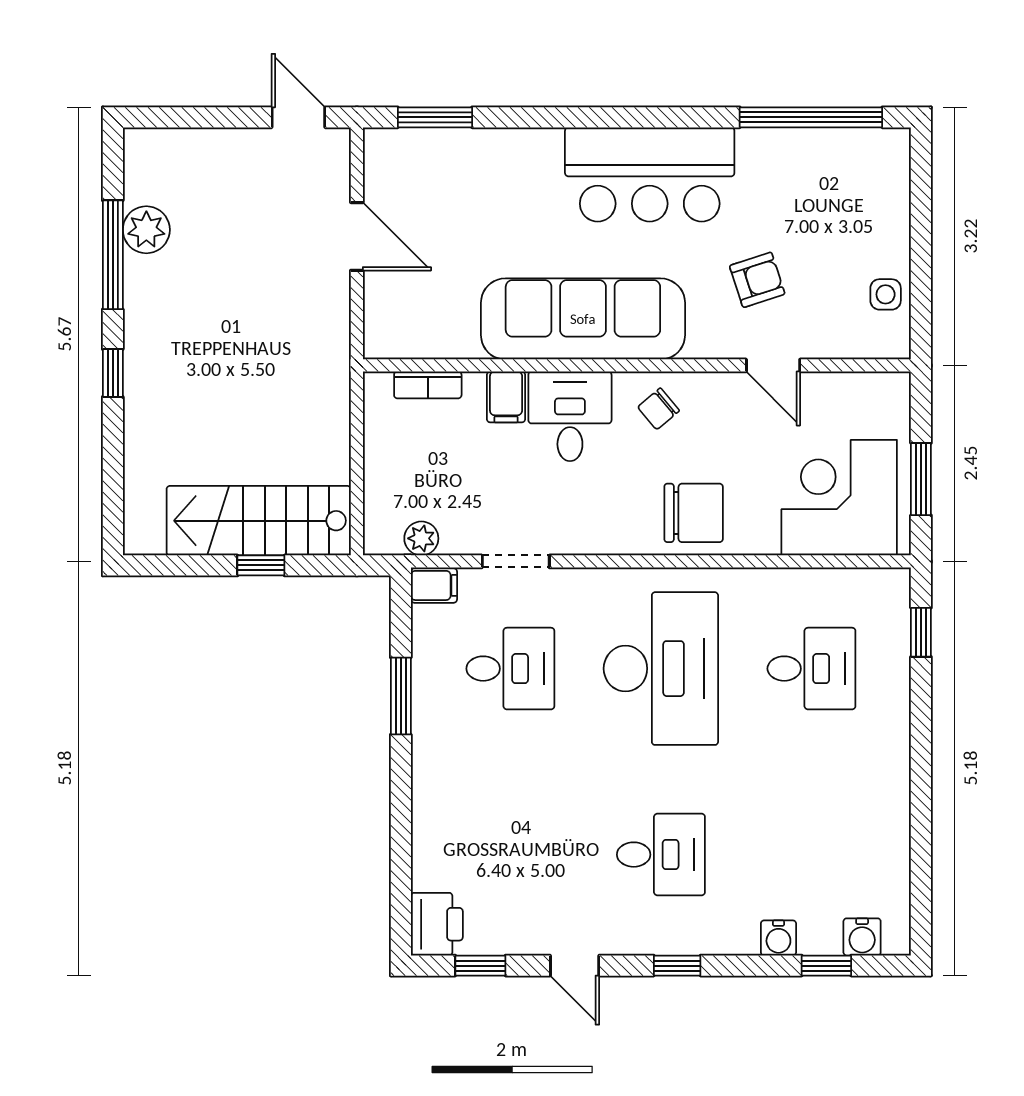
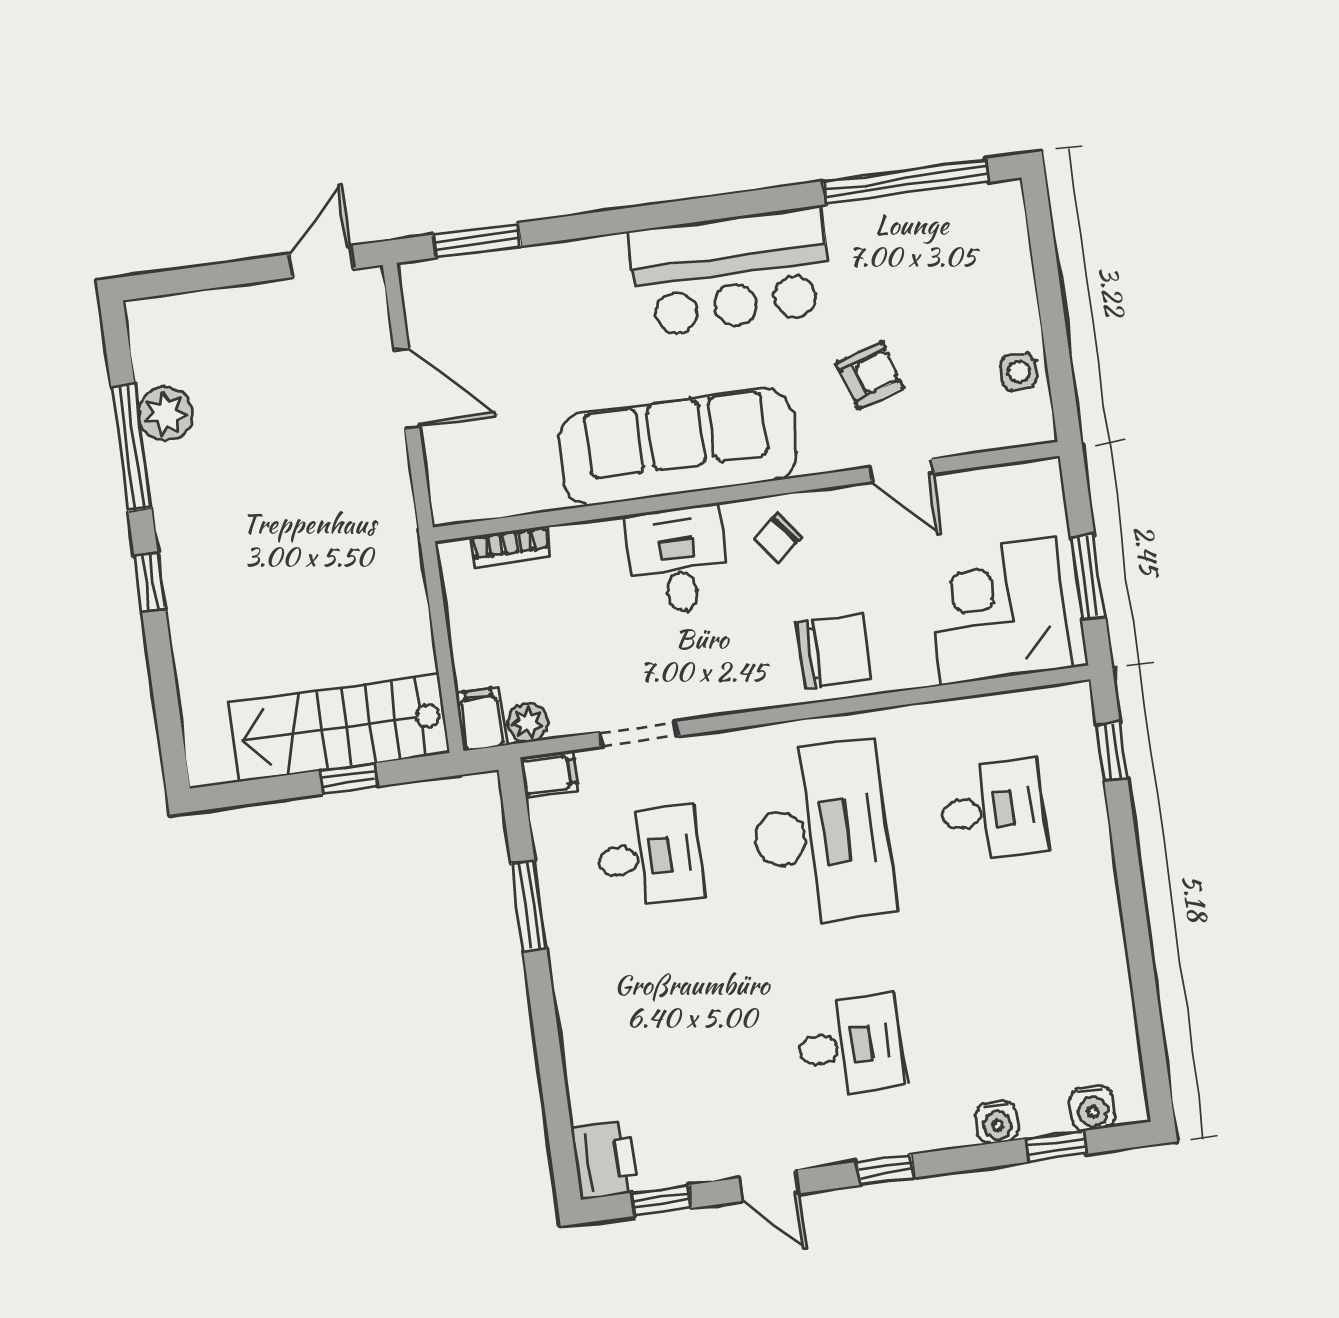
door: (298, 117) -> (321, 262), hinge flipped
filing cabinet: (506, 397) -> (481, 719), moved, turned 180

